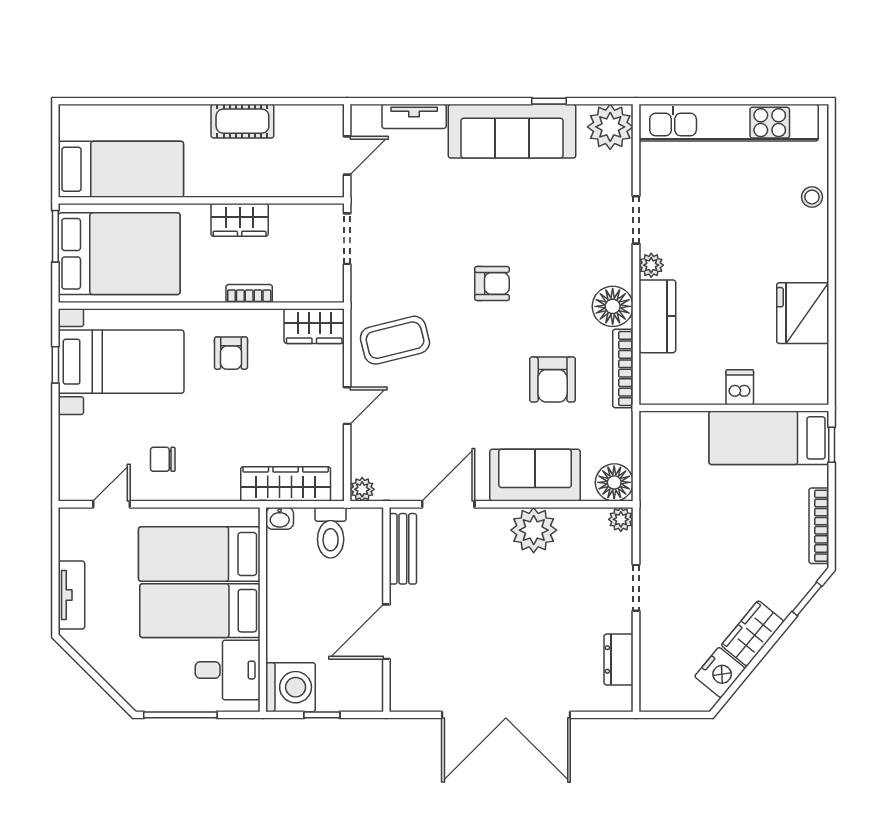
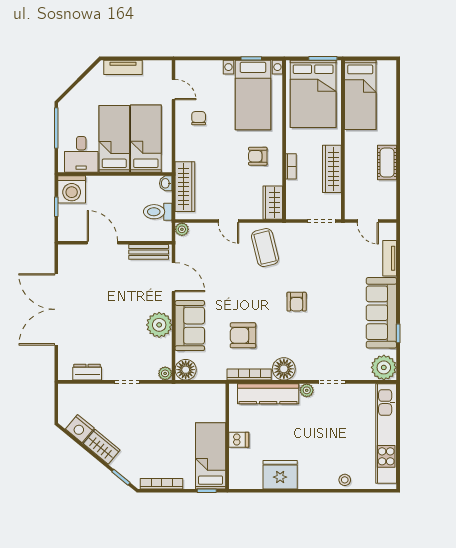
wardrobe: (240, 220) -> (332, 169), width x1.50
kitchen counter: (657, 316) -> (268, 394), width x1.50

